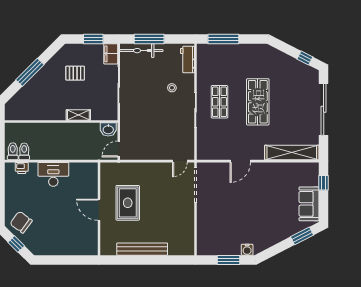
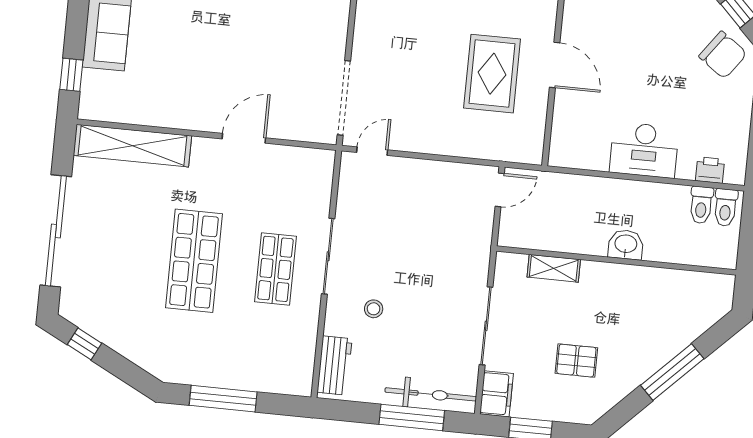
window: (223, 39) -> (223, 399), moved
shelving: (78, 115) -> (554, 268), moved
washbasin: (108, 129) -> (626, 245), moved

